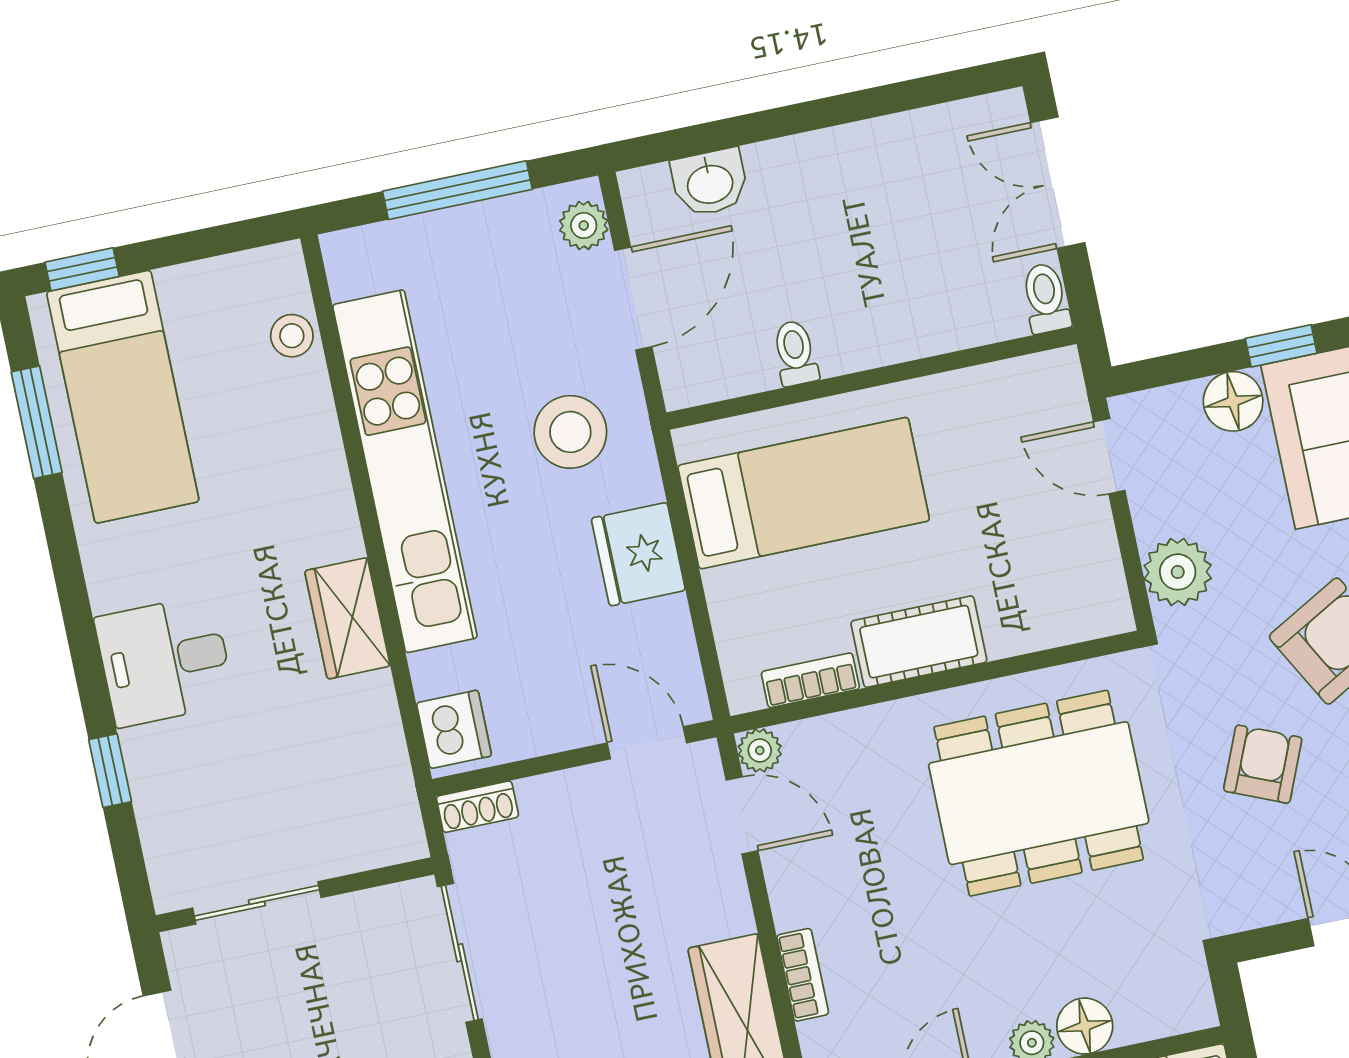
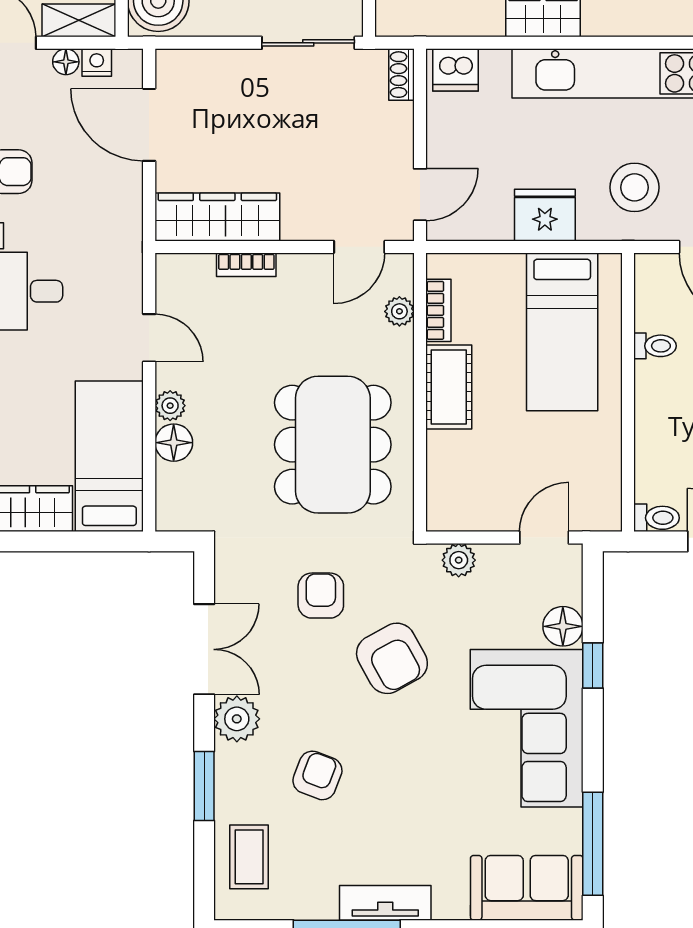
plant: (1178, 572) -> (459, 560), width x0.73, depth x0.73
plant: (760, 750) -> (399, 311), moved
armchair: (1263, 764) -> (321, 596), turned -113

